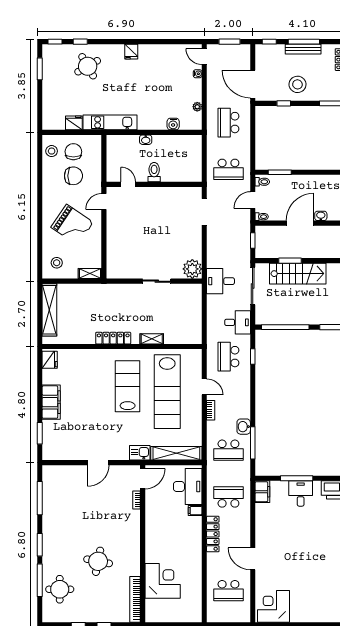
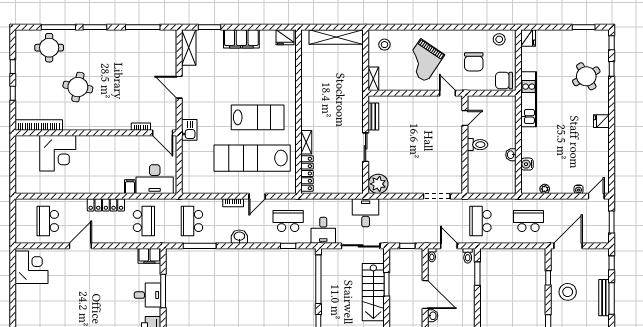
fridge: (74, 123) -> (528, 38), moved
washbasin: (146, 140) -> (511, 155), moved
chair: (73, 152) -> (504, 81), moved, turned 180
bench: (127, 274) -> (373, 117), added
locker: (113, 338) -> (307, 173), moved
washbasin: (244, 427) -> (239, 237), moved
shelving: (176, 453) -> (189, 48), moved, width x0.68

